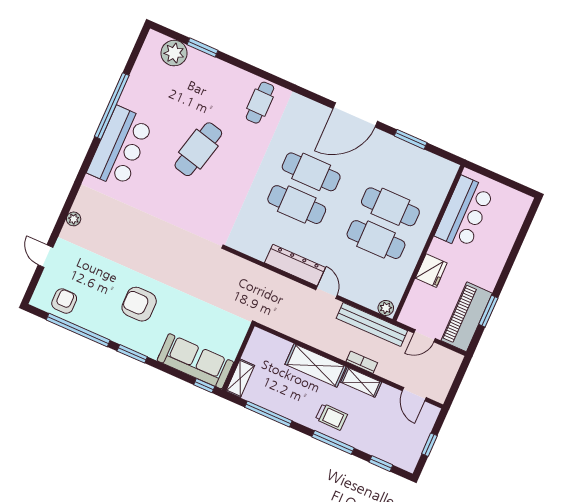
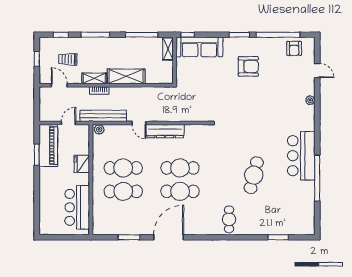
plant: (174, 53) -> (294, 226), removed
trolley: (331, 417) -> (68, 59), moved

